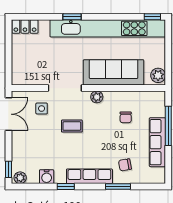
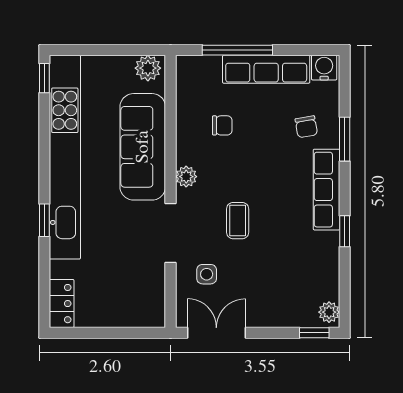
water cooler: (47, 177) -> (324, 68), moved, turned -90

